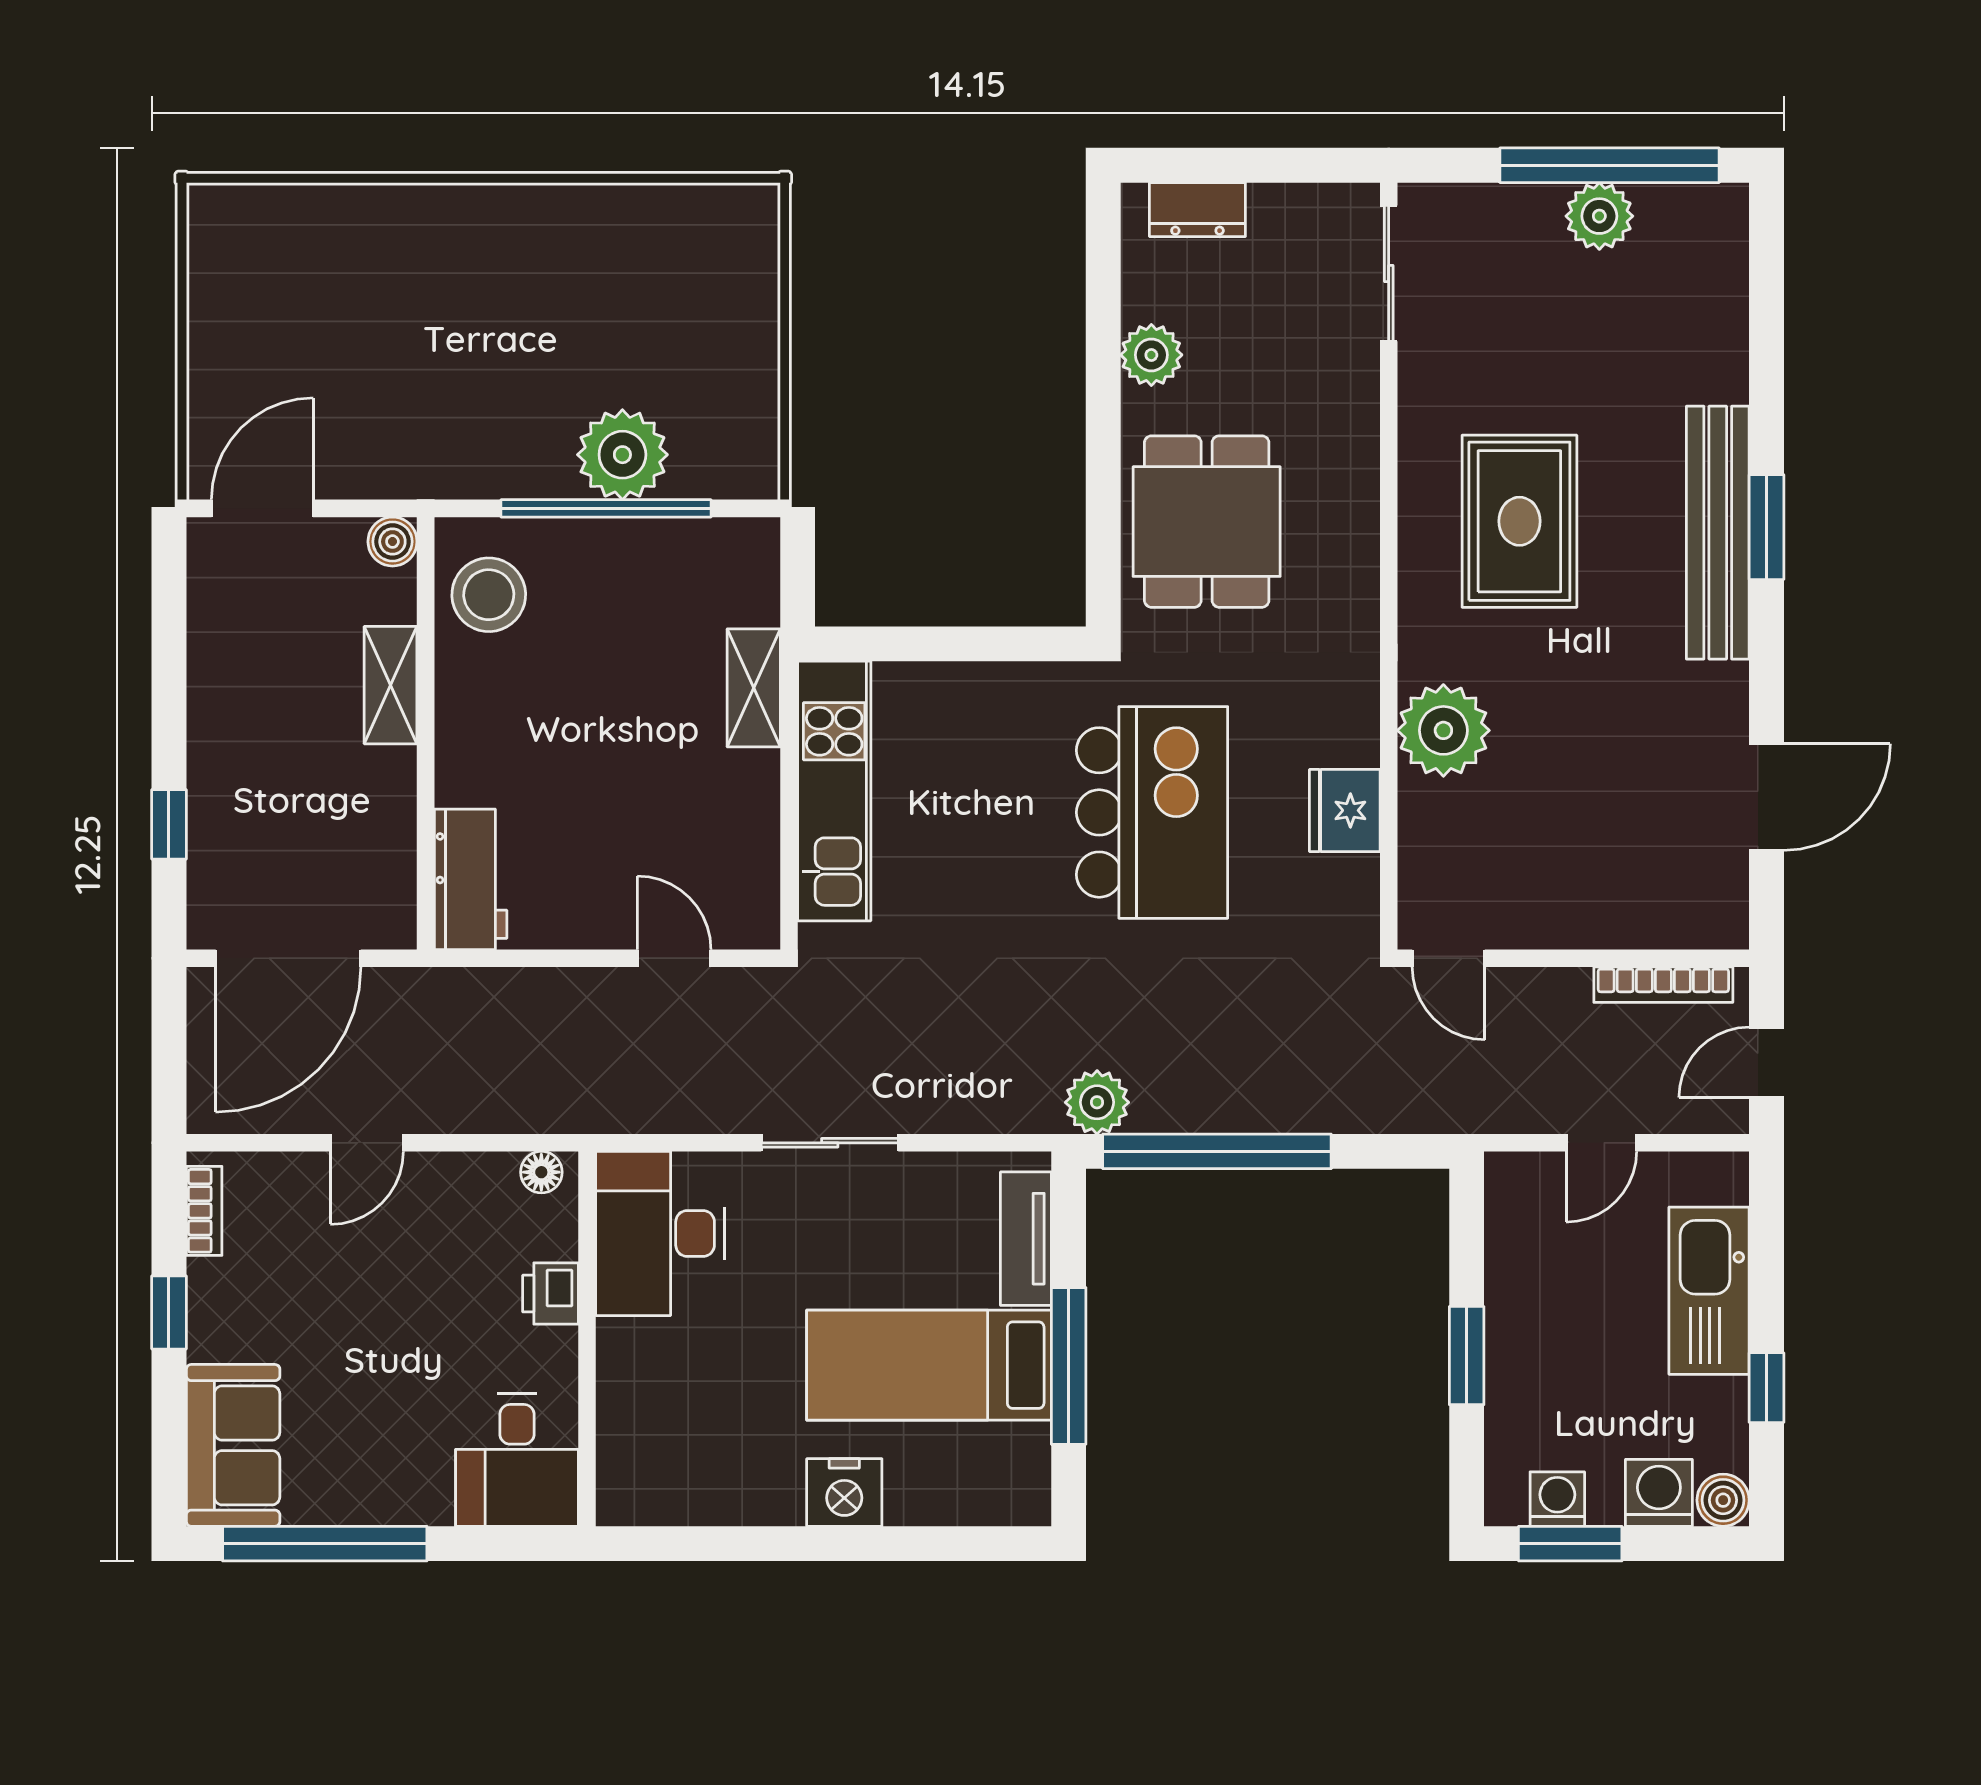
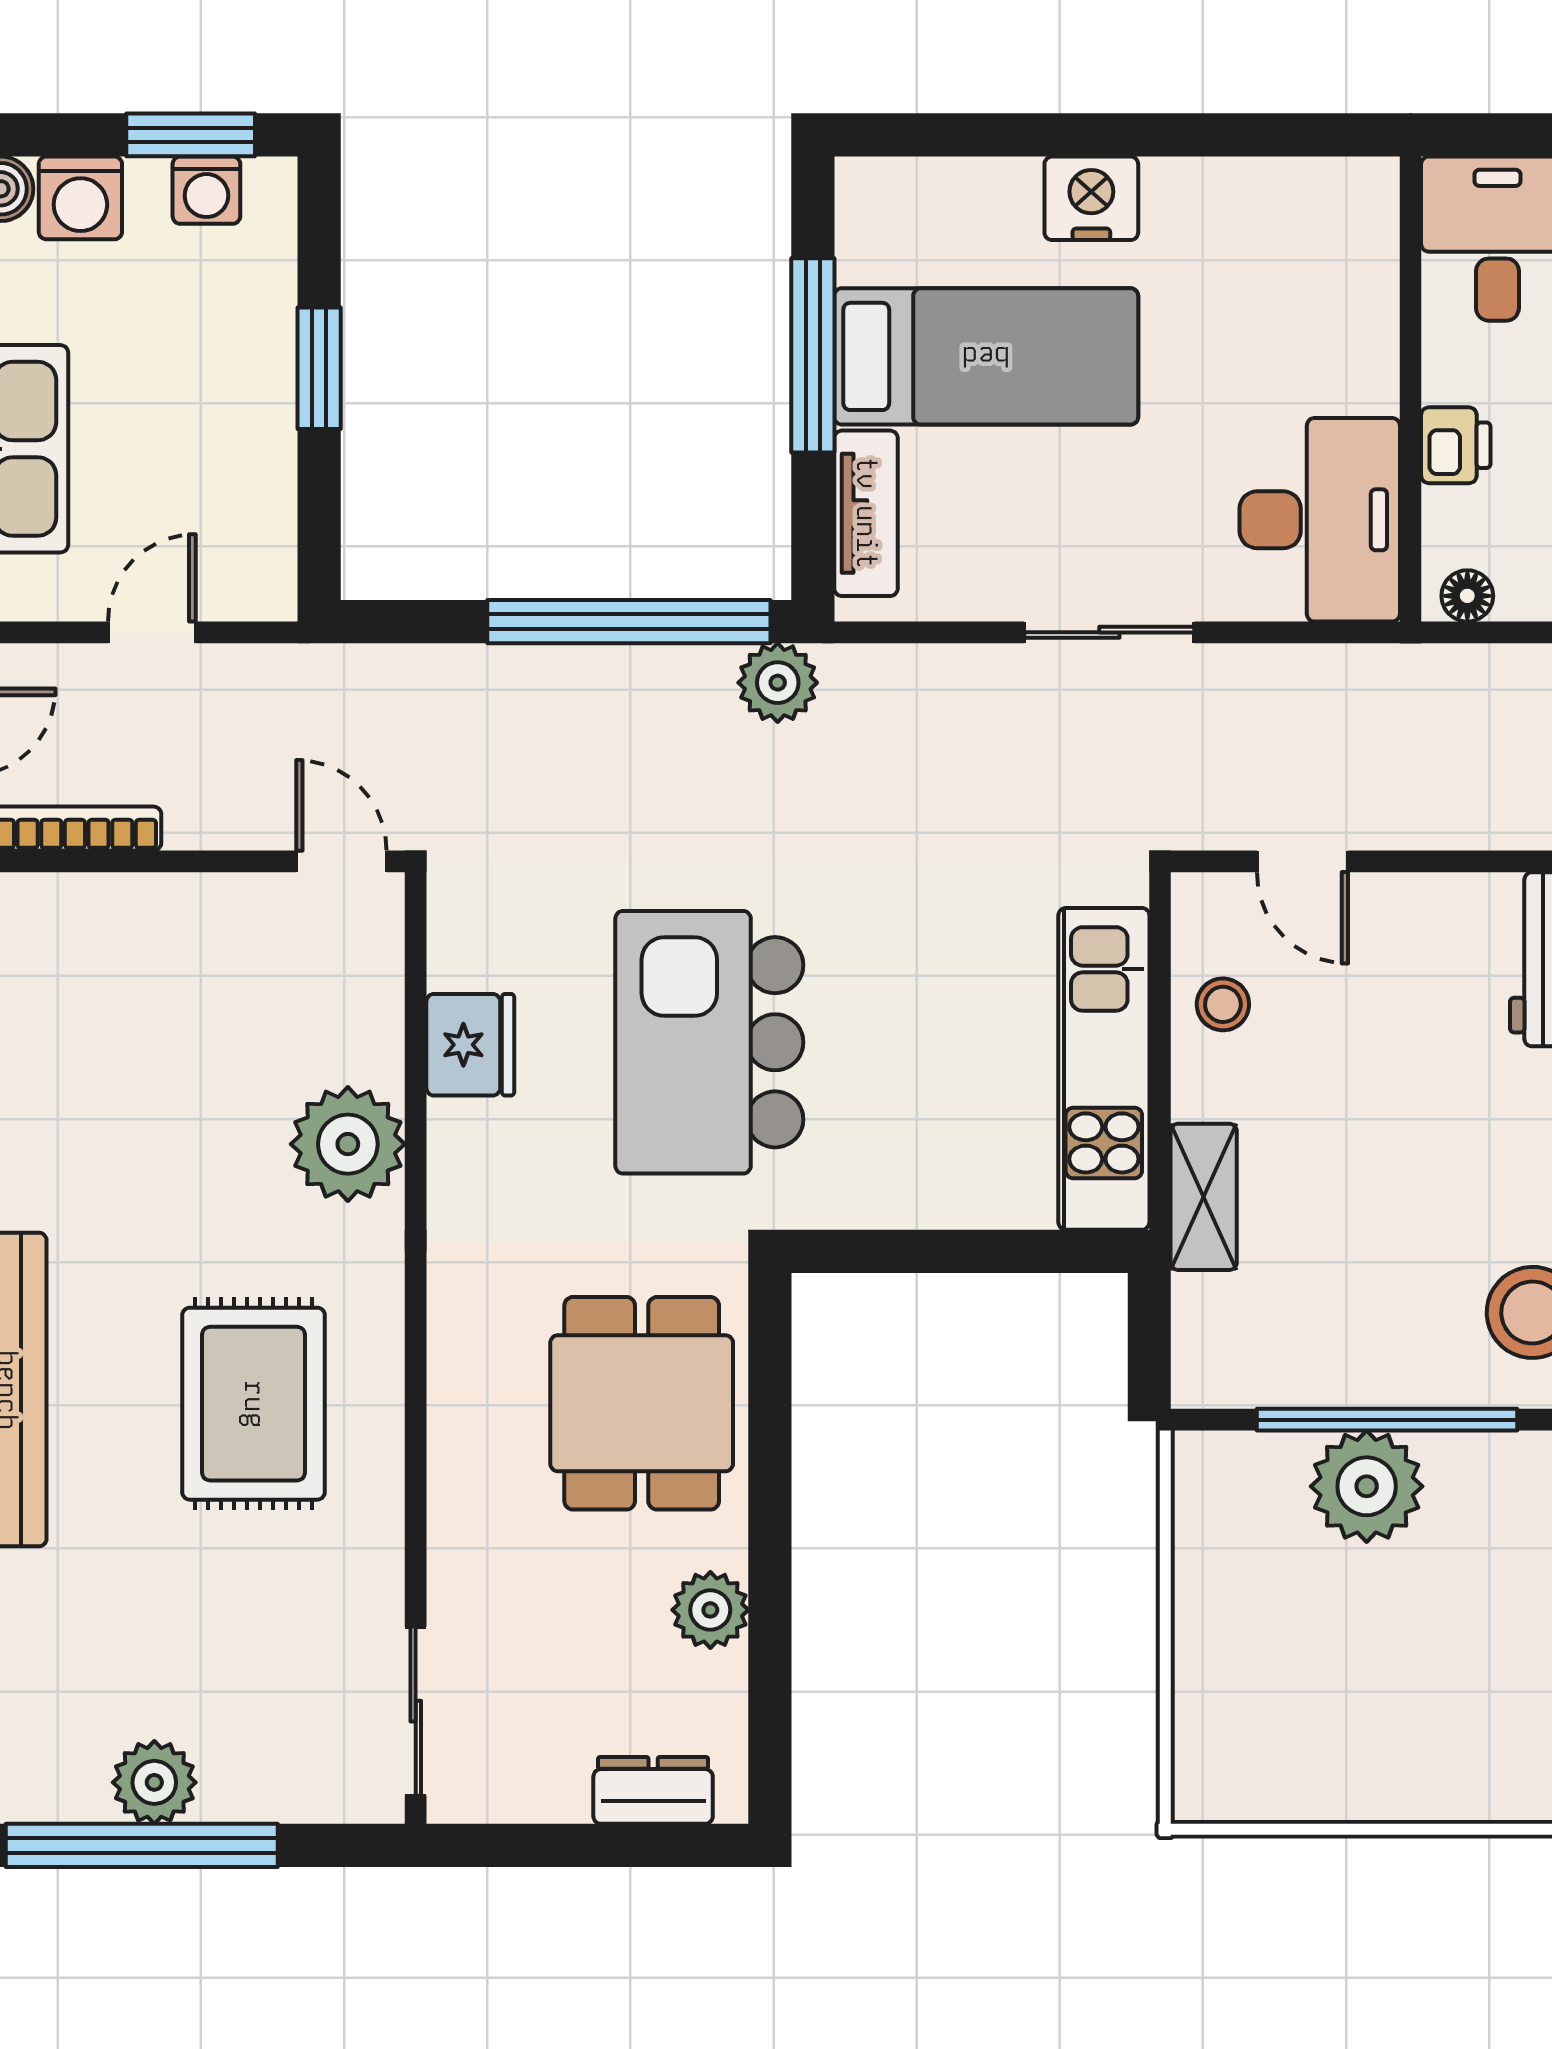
stool: (738, 843) -> (1223, 1004), added

